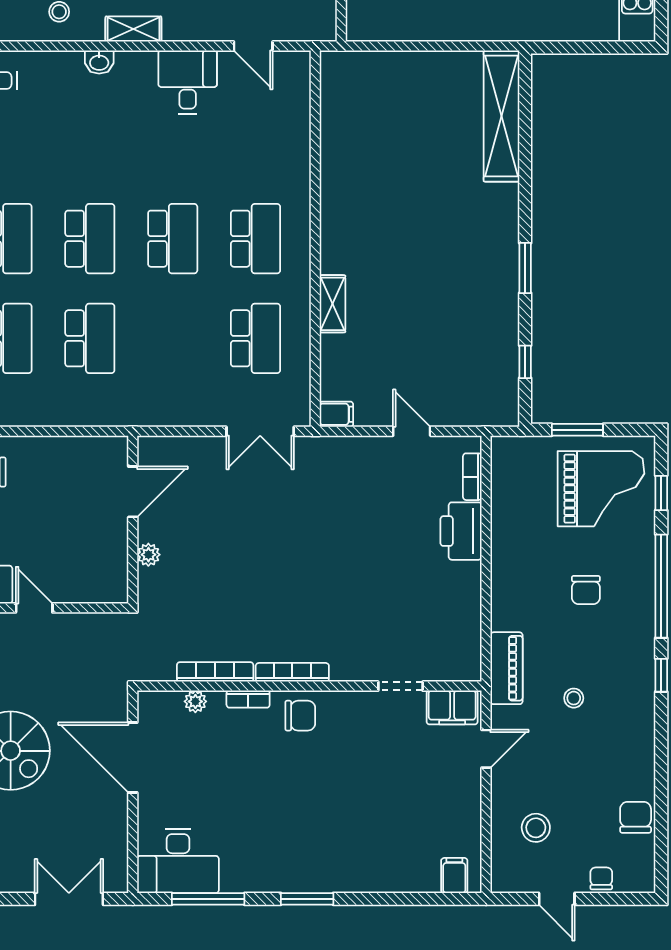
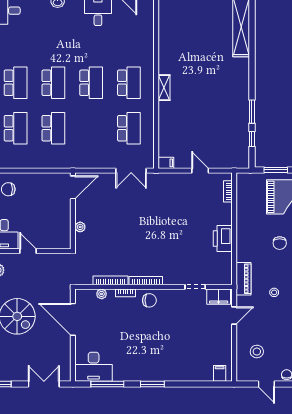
window: (525, 268) -> (252, 112), moved
shelving: (332, 304) -> (164, 88), moved
door: (133, 492) -> (73, 187), moved
printer: (461, 531) -> (223, 238), moved

